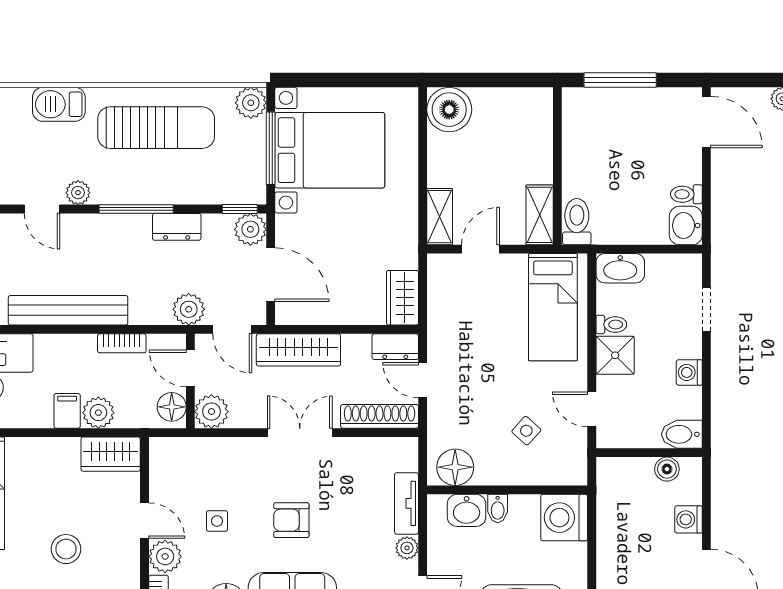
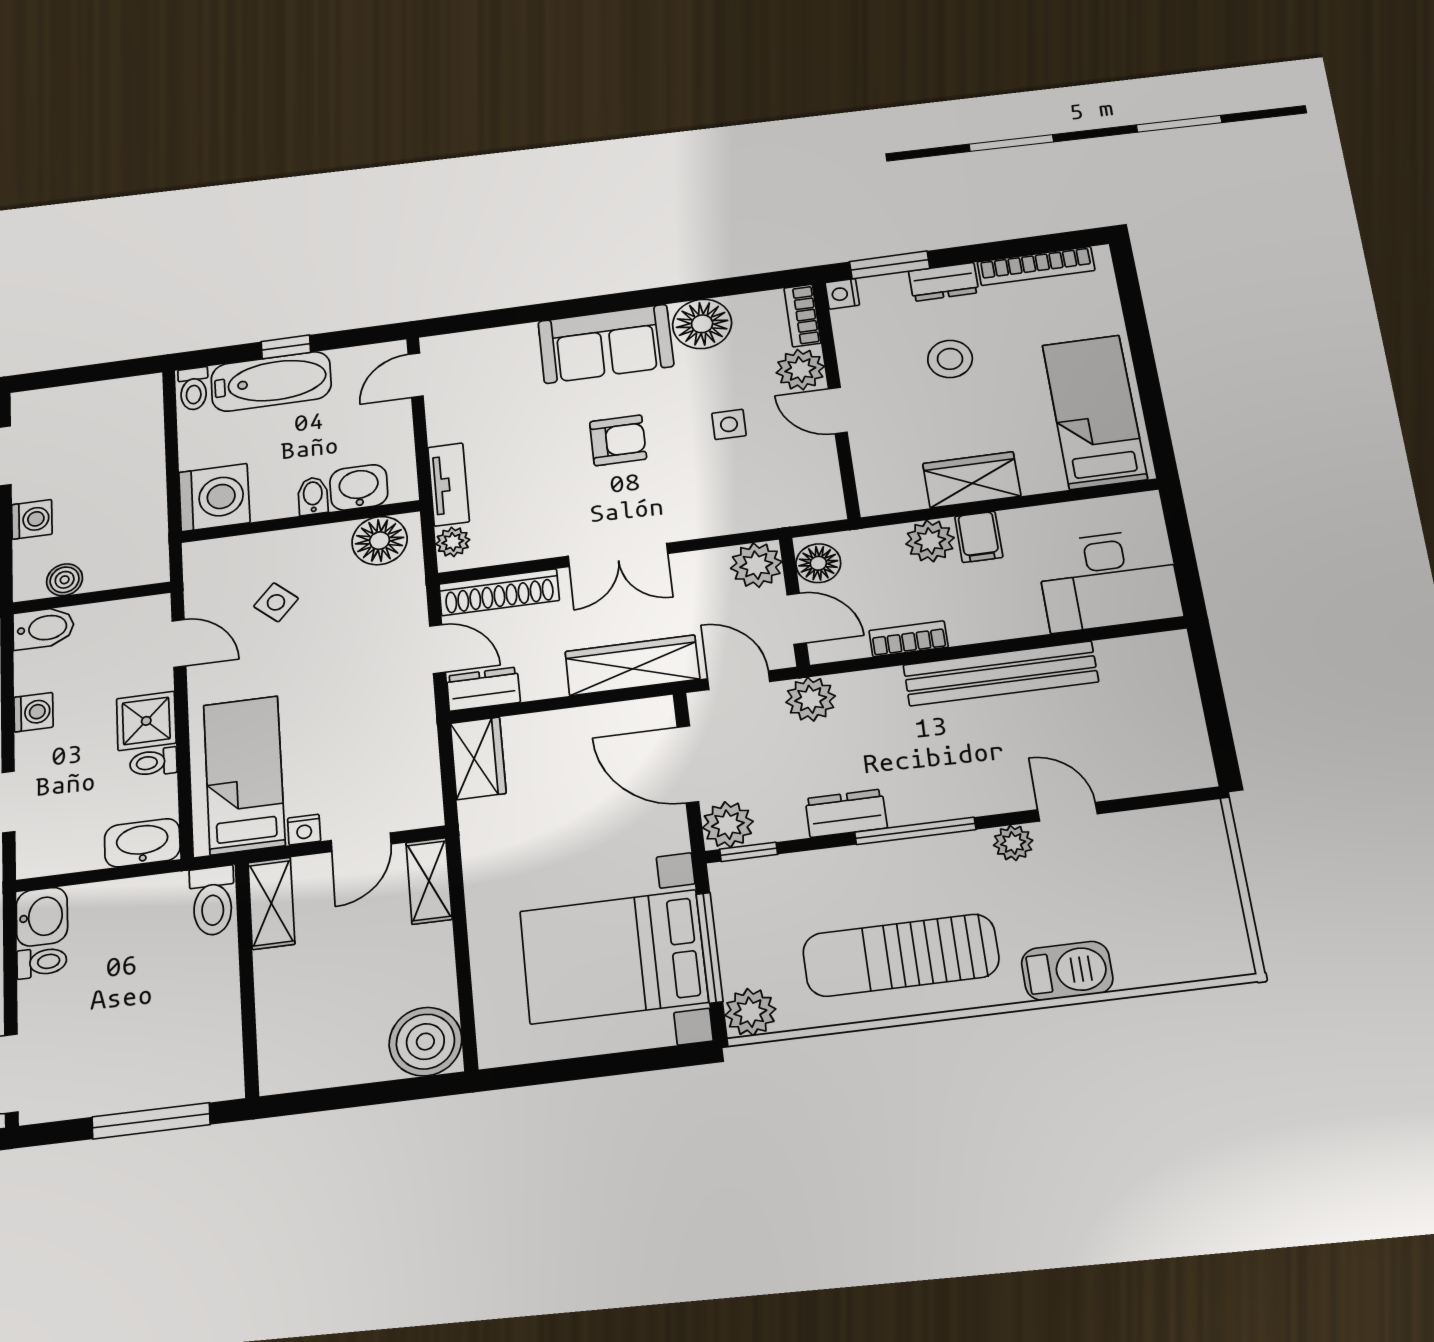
nightstand: (516, 263) -> (304, 830), added
wardrobe: (111, 454) -> (972, 480), moved
plant: (407, 548) -> (453, 542), moved

